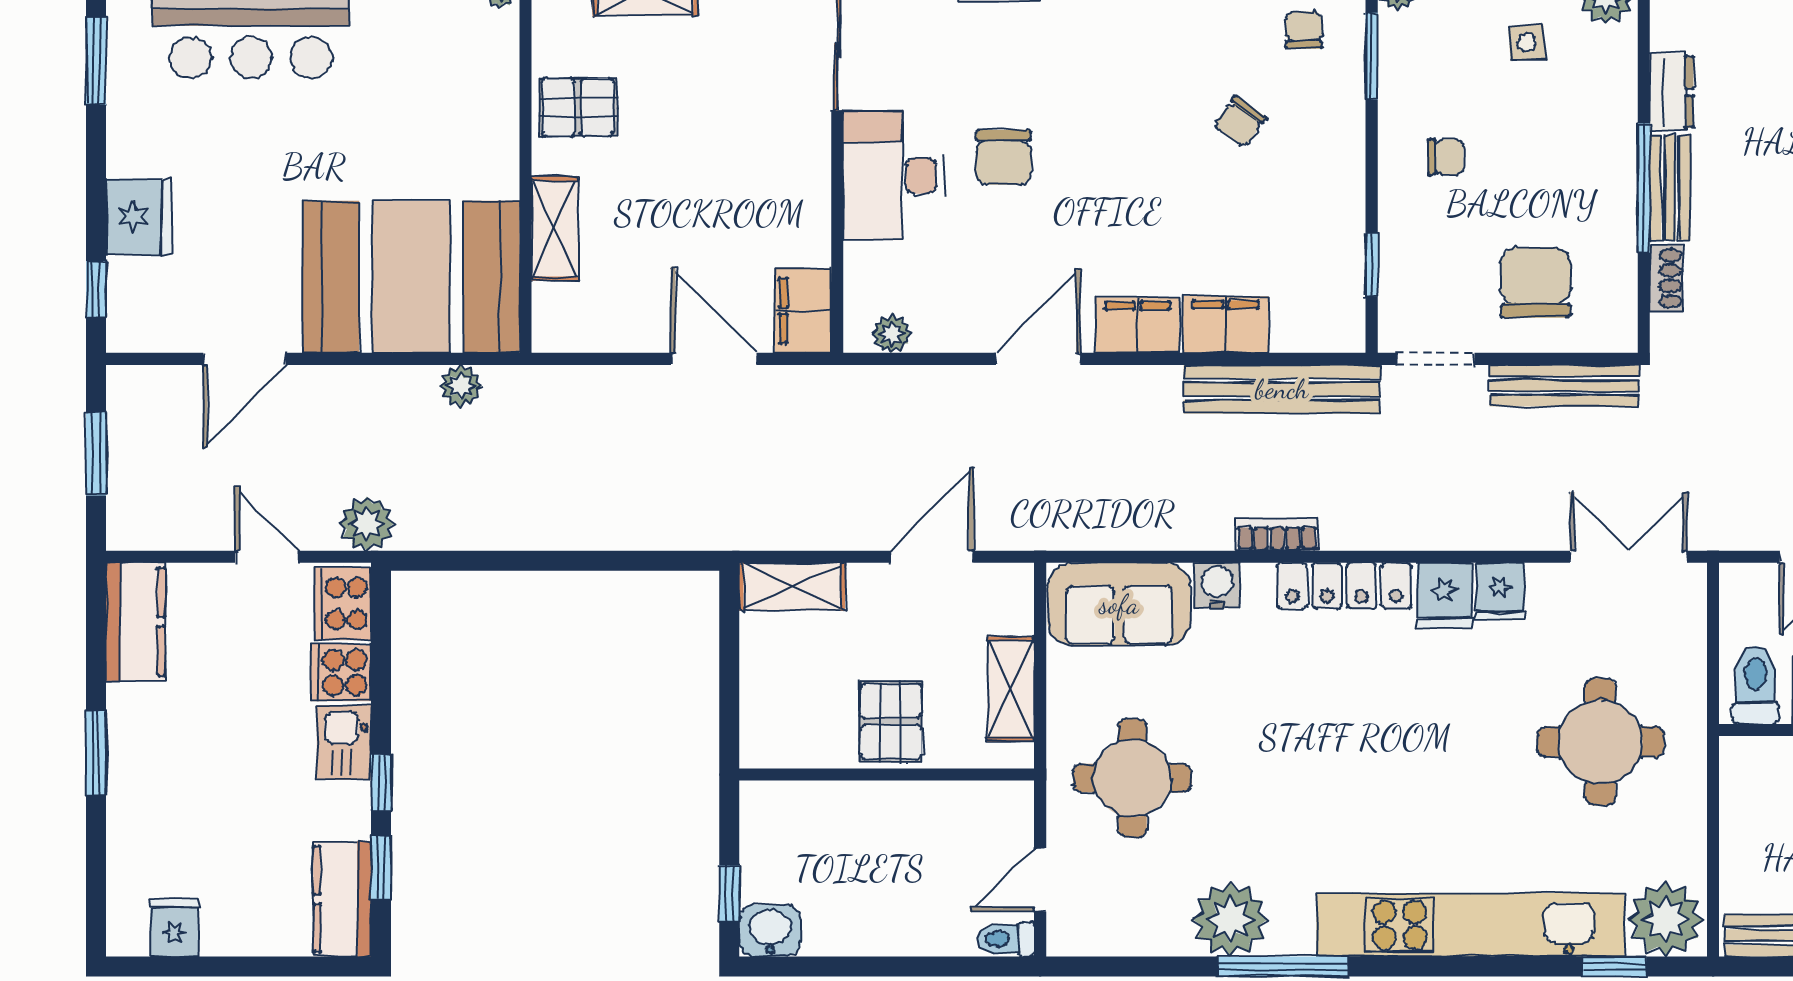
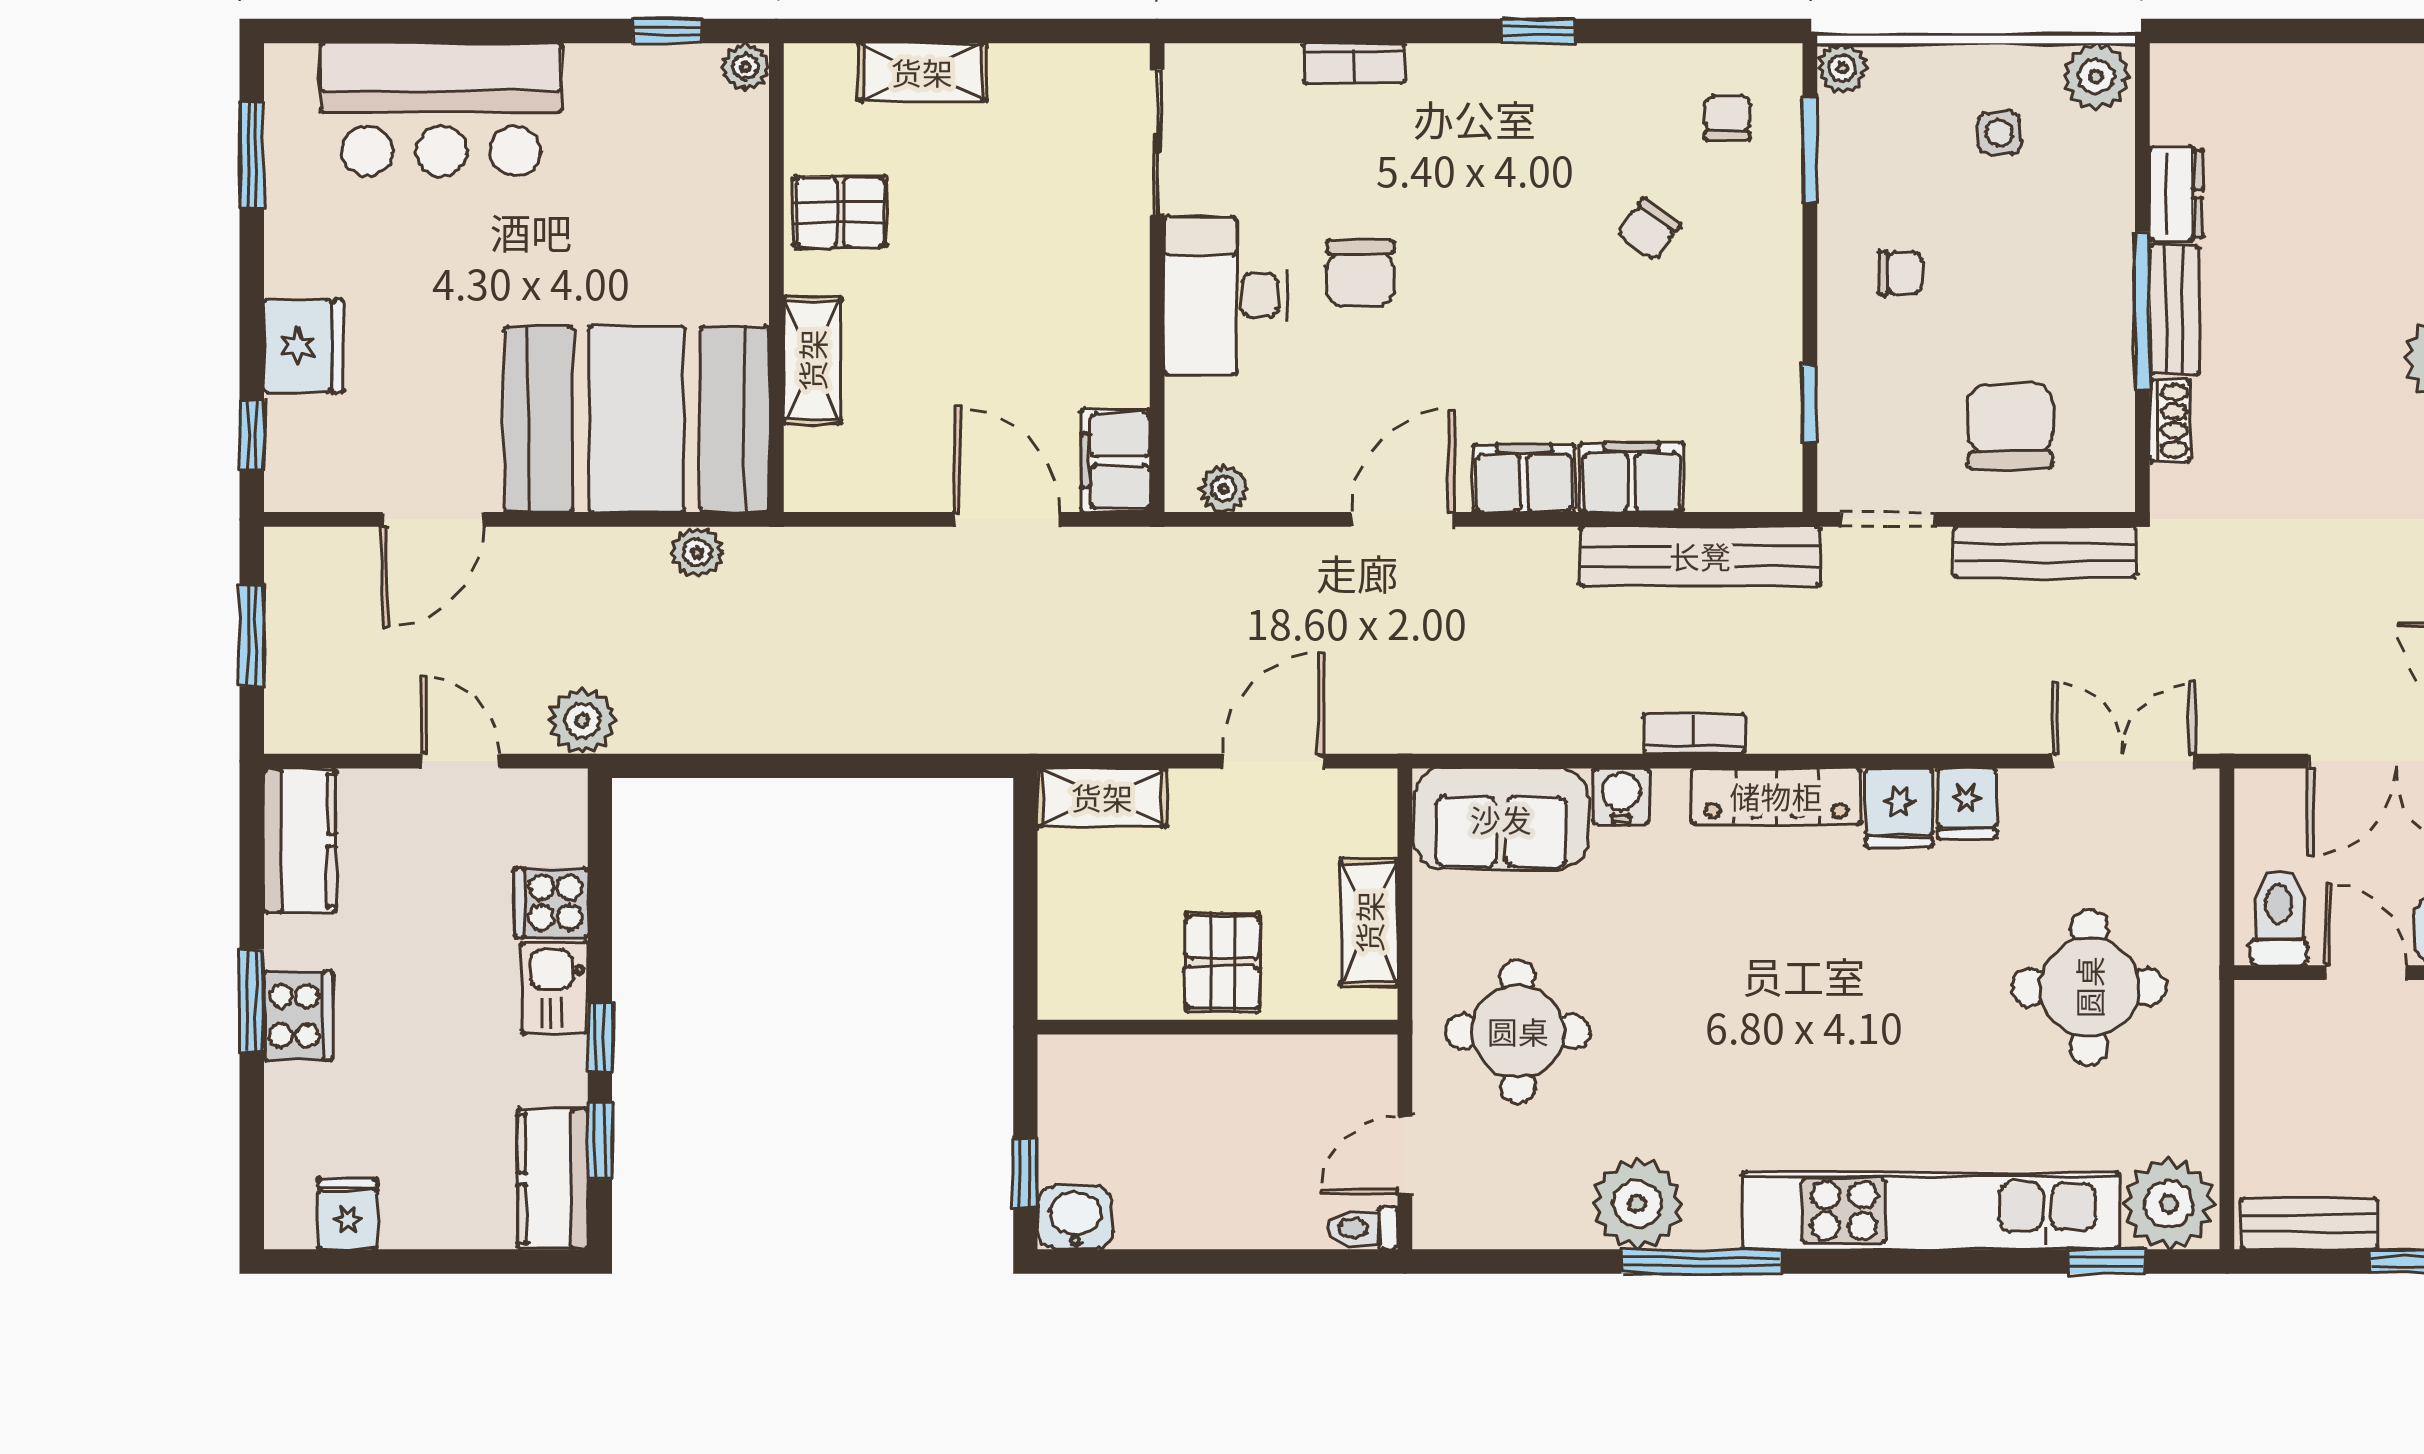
cooker: (343, 604) -> (298, 1016), moved, turned 180

